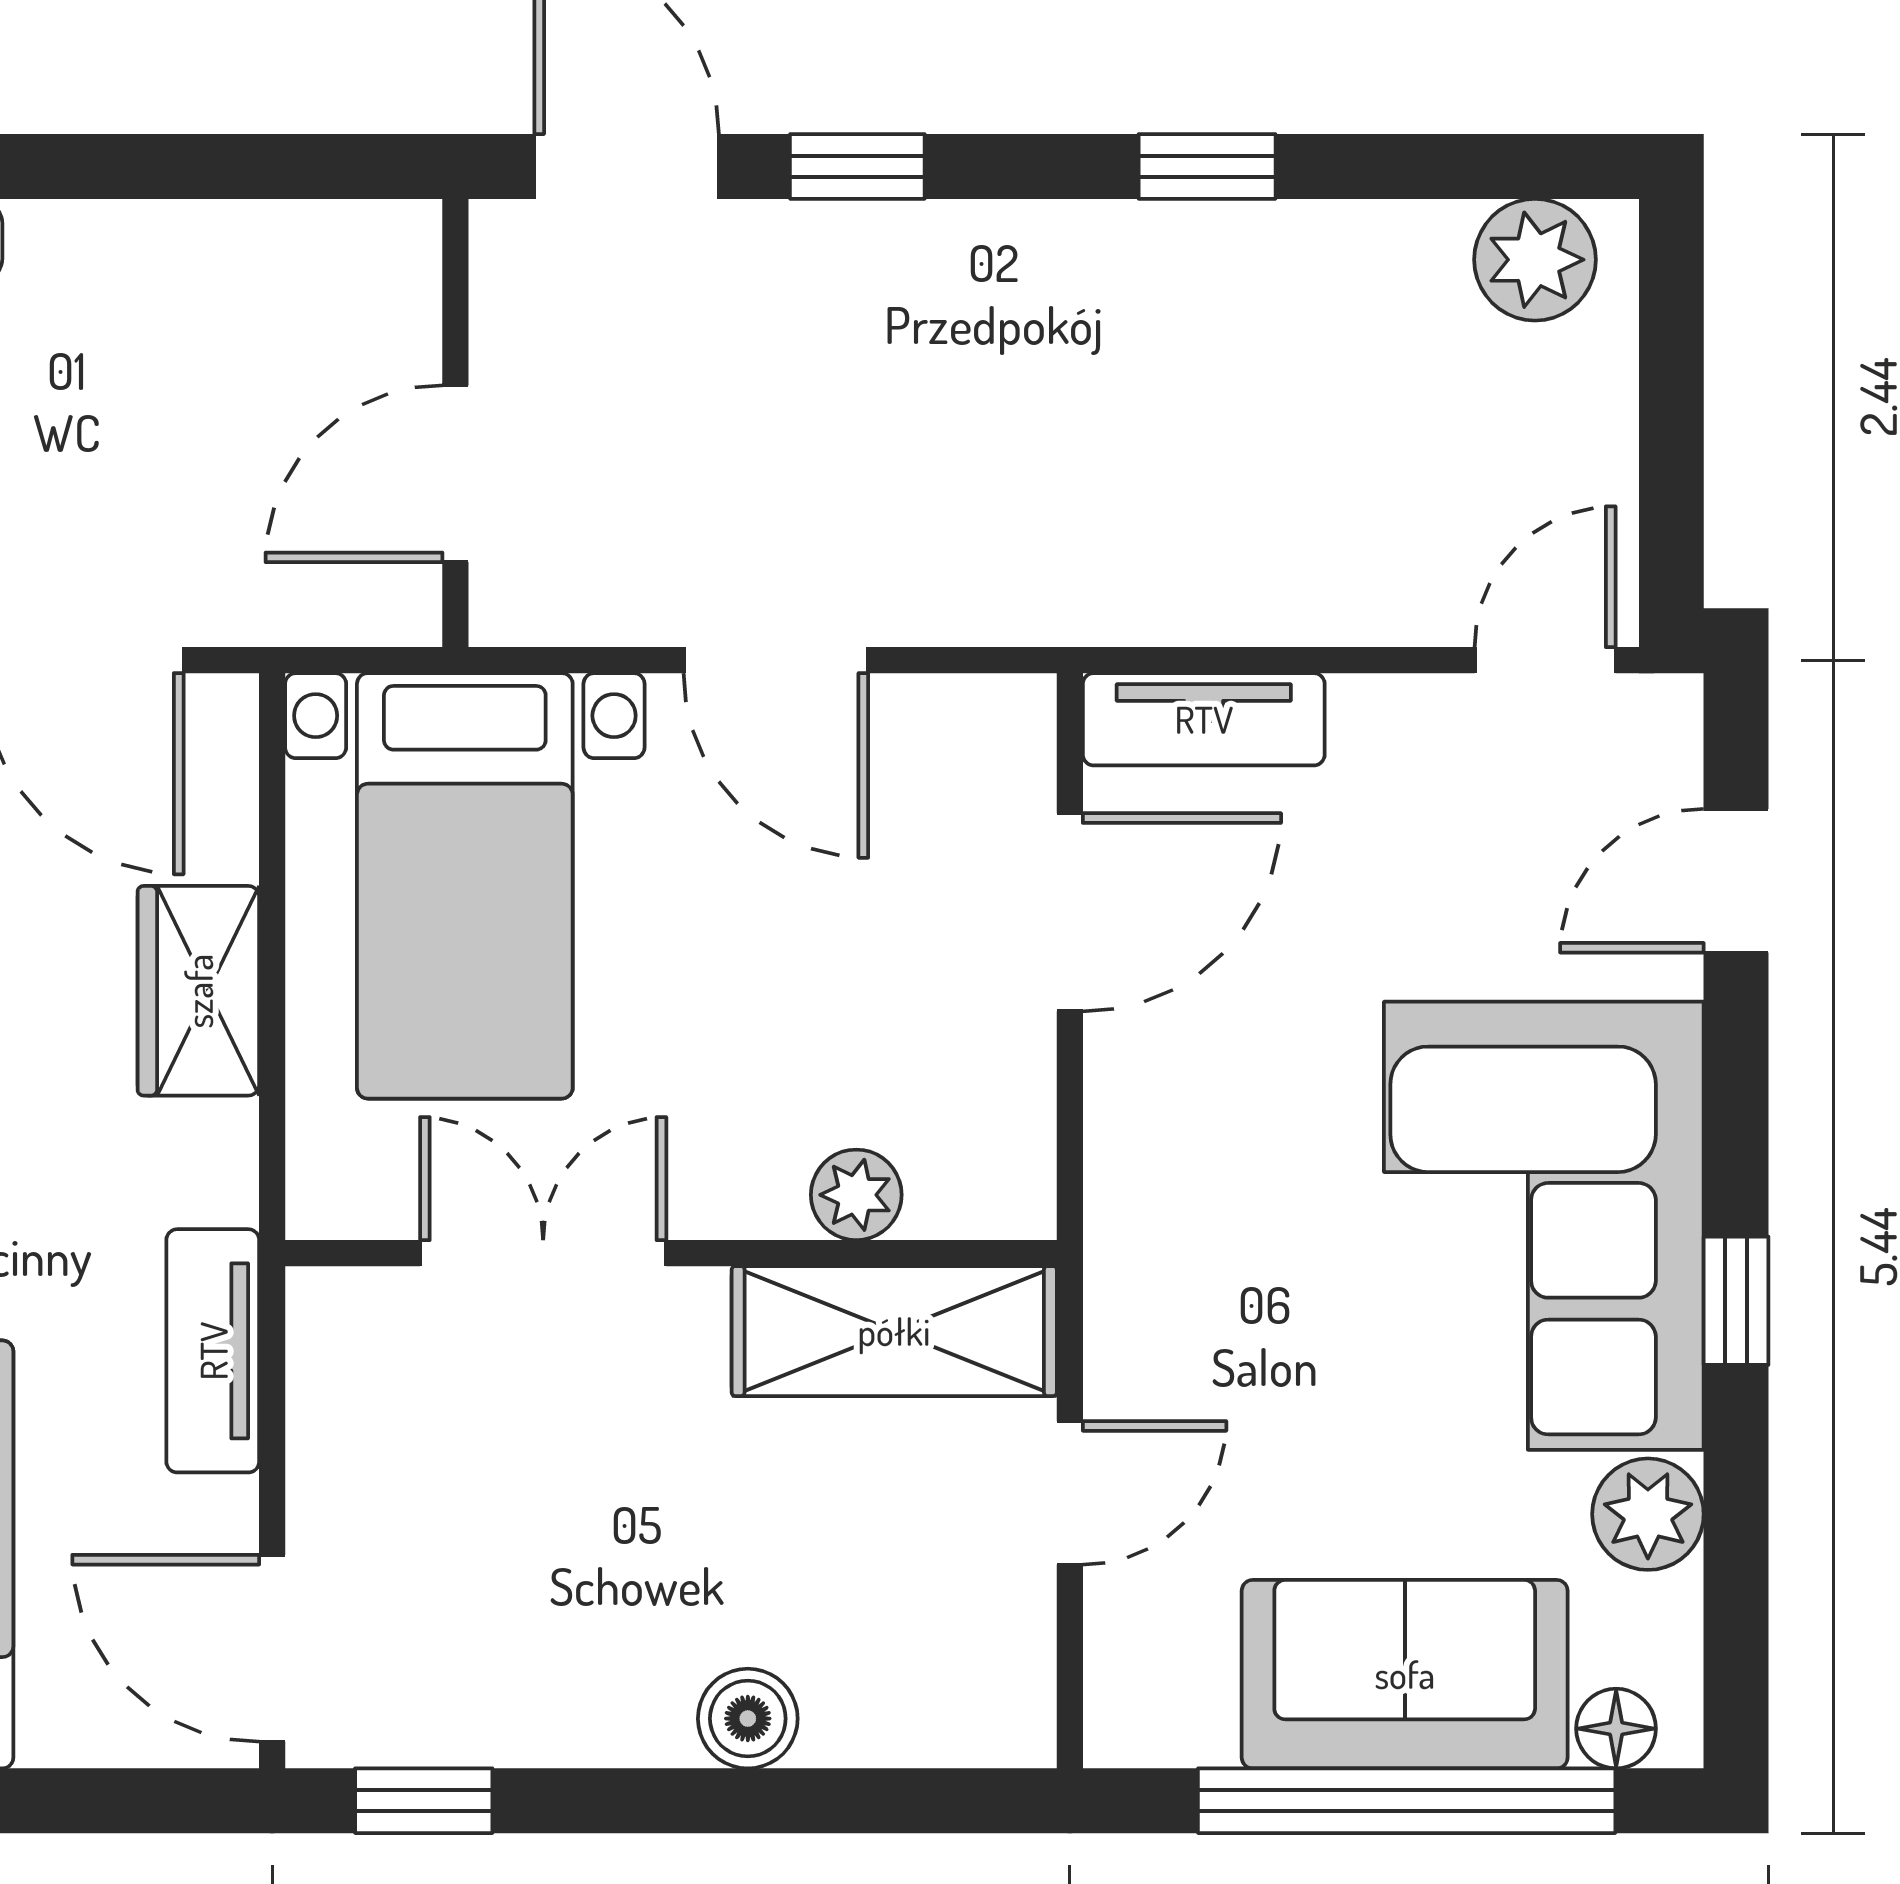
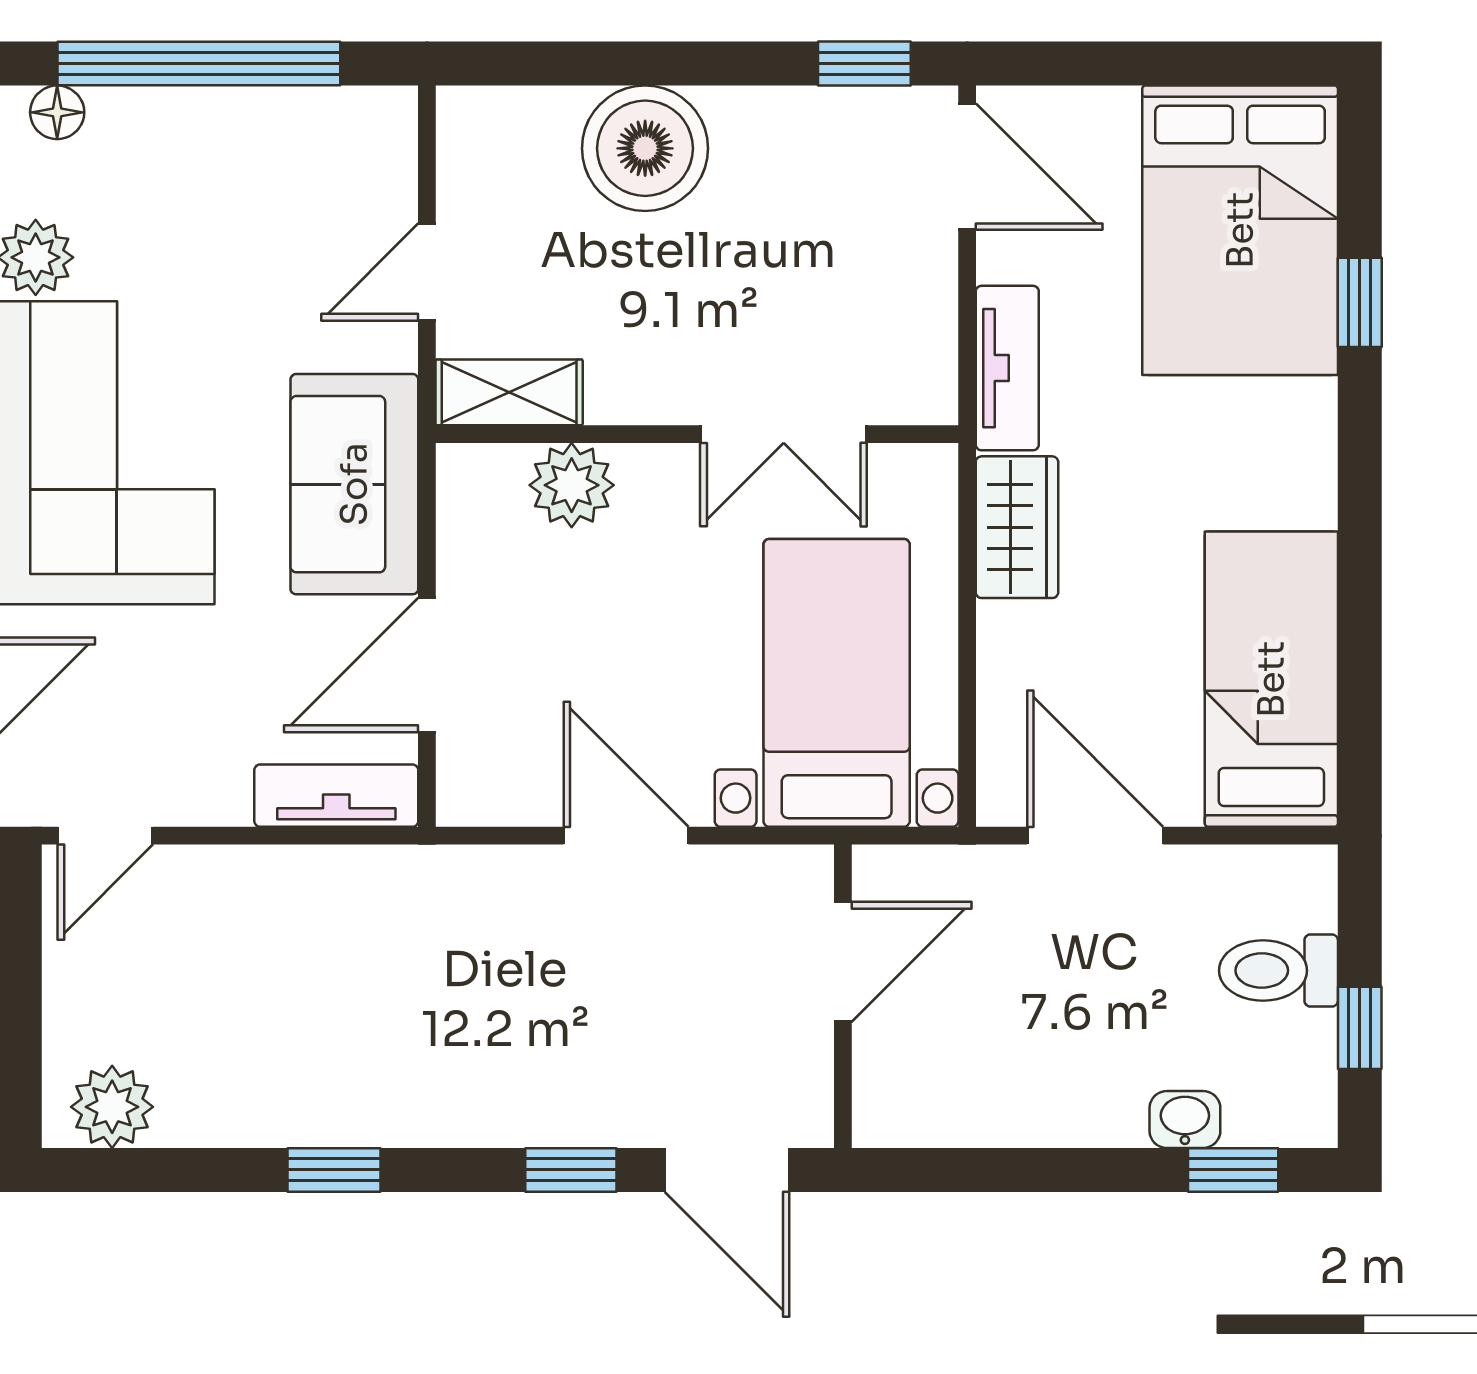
wardrobe: (198, 991) -> (1017, 527), moved
plant: (856, 1195) -> (572, 485), width x1.38, depth x1.38
shelving: (894, 1331) -> (509, 392), width x0.67, depth x0.75
sofa: (1405, 1674) -> (354, 484), moved, turned 90
boiler: (748, 1719) -> (645, 148), width x1.86, depth x1.86

